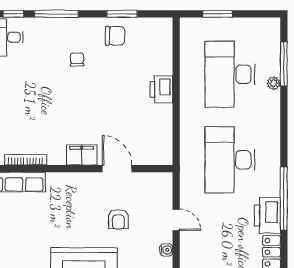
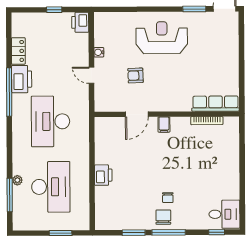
window: (56, 14) -> (169, 232), moved
chair: (115, 36) -> (163, 217), moved, turned 90
filing cabinet: (82, 155) -> (164, 125), width x0.50
desk: (230, 160) -> (51, 121), turned 180
door: (117, 169) -> (137, 114), hinge flipped
armchair: (118, 219) -> (135, 75), turned -92

